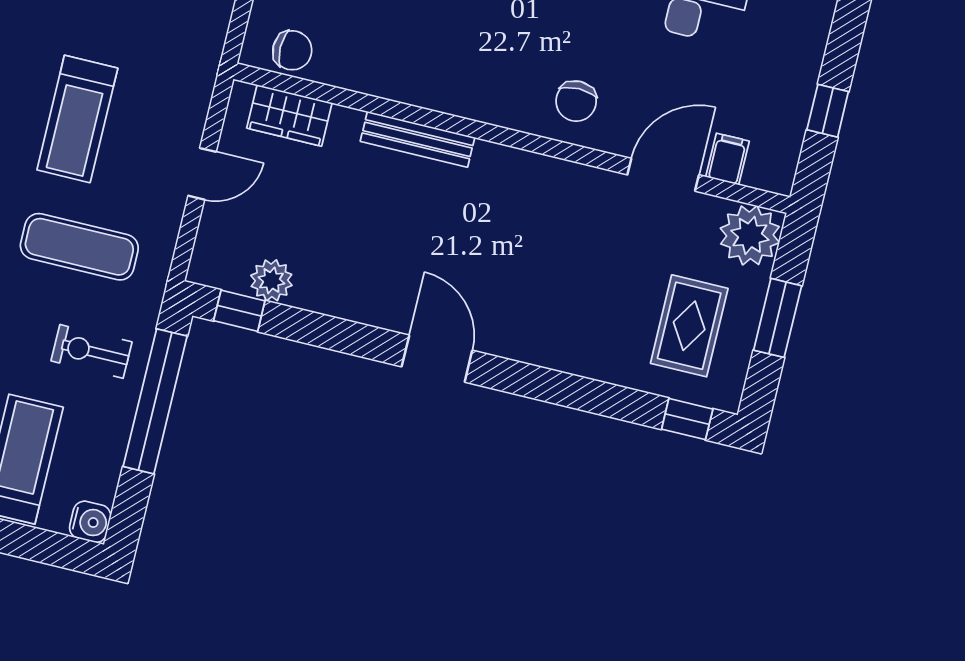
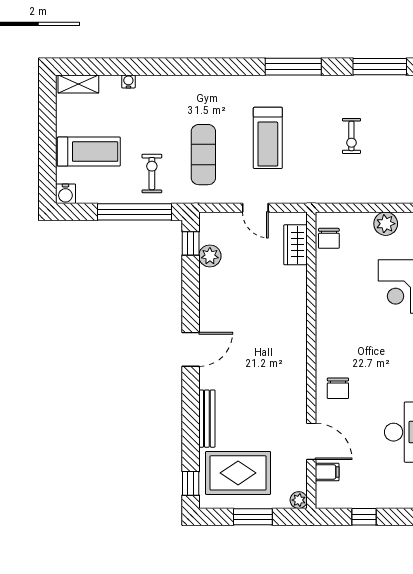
chair: (576, 101) -> (338, 388), turned -90
treadmill: (77, 119) -> (268, 138), turned -90
bench: (418, 139) -> (207, 419), moved
plant: (750, 235) -> (299, 500), width x0.53, depth x0.53
rug: (689, 326) -> (238, 473), width x1.36, depth x1.43

